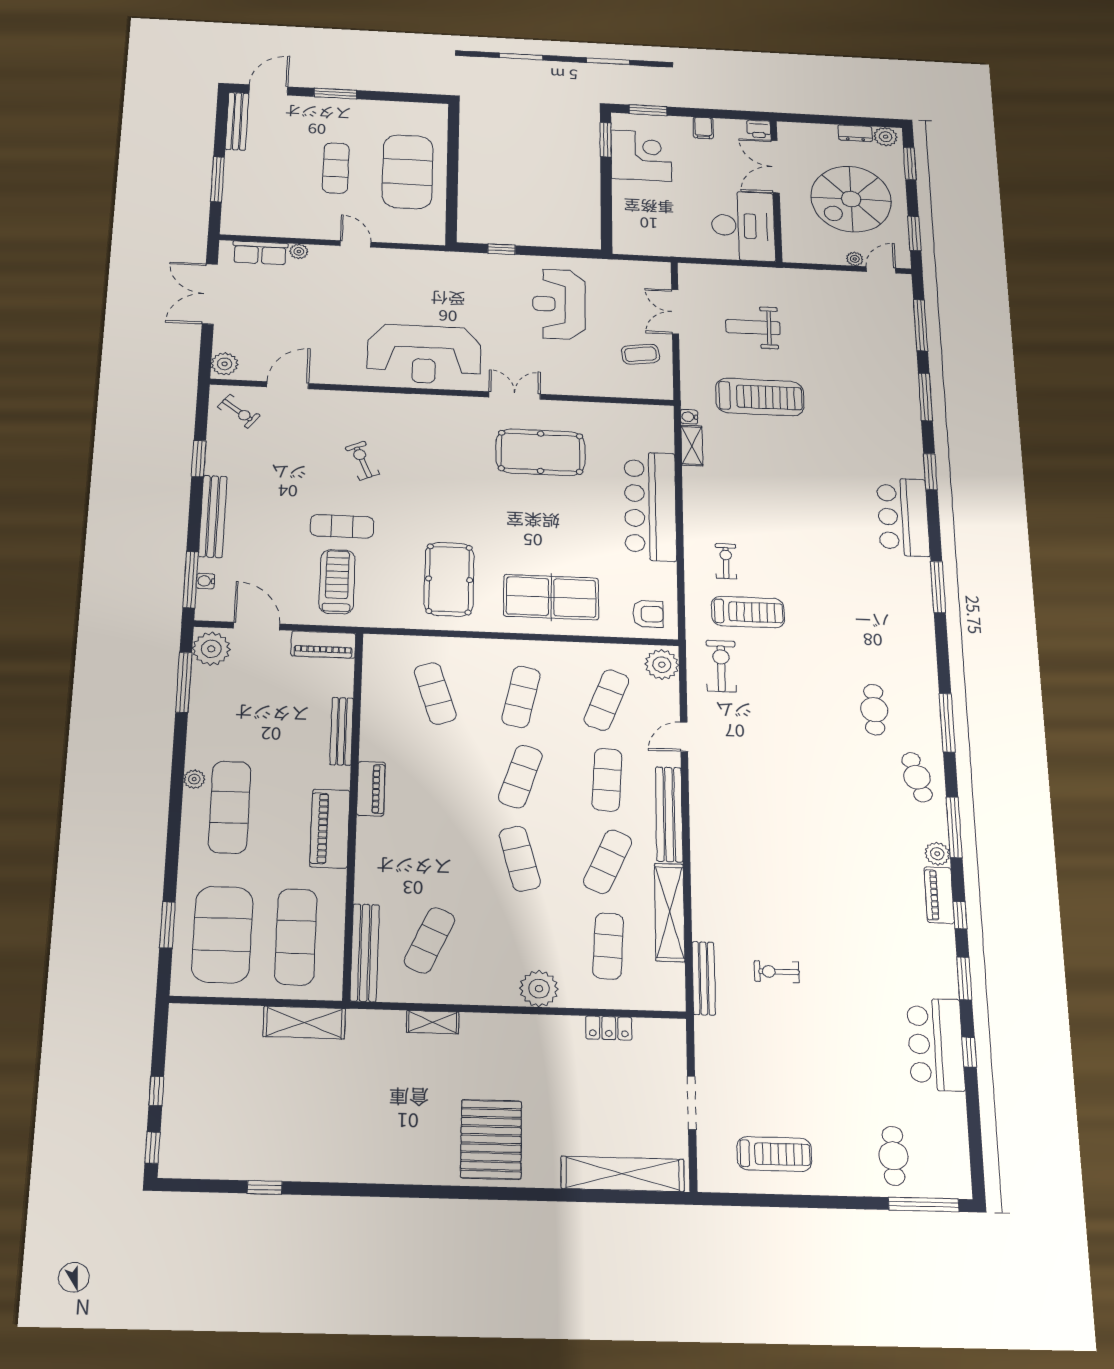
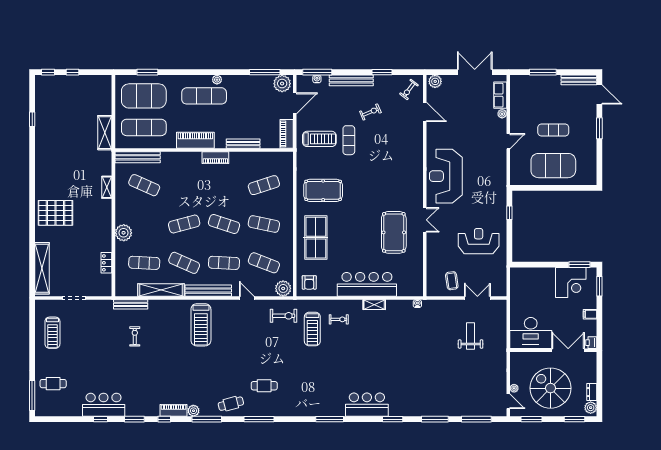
treadmill: (760, 397) -> (201, 325), moved
shelving: (692, 446) -> (374, 305), moved
exercise bike: (362, 461) -> (370, 112), moved

